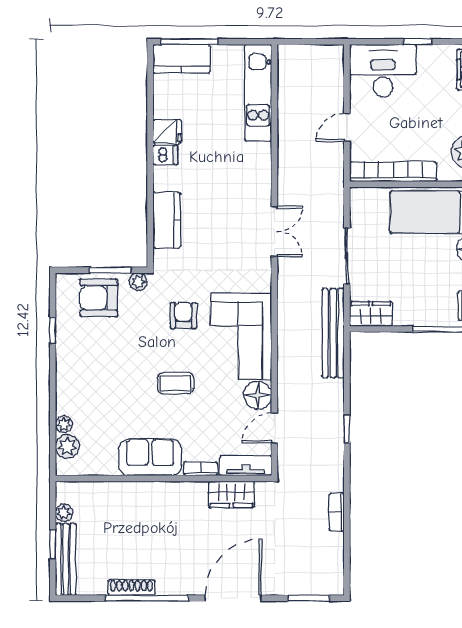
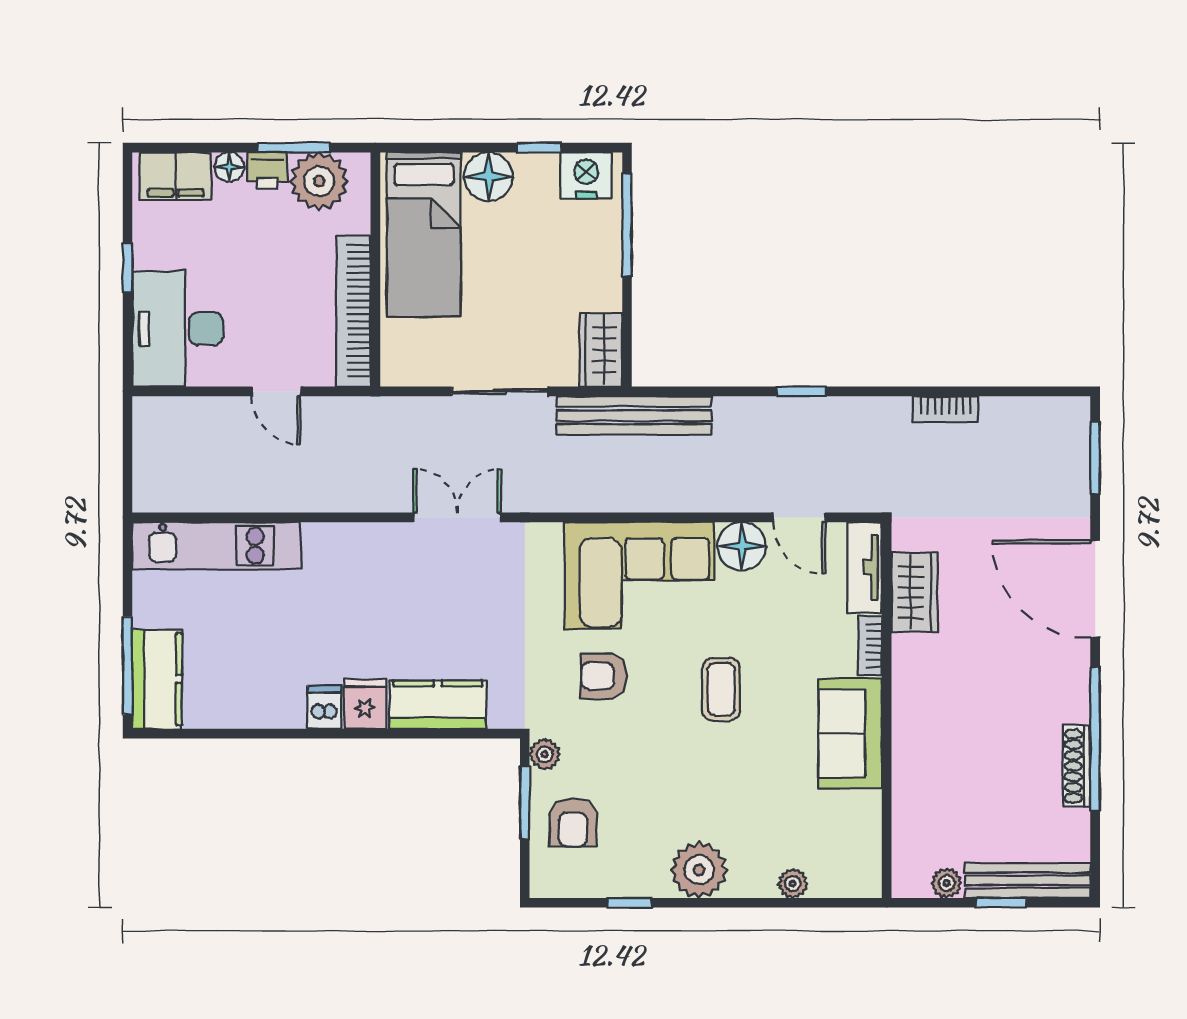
fridge: (167, 131) -> (365, 704), moved
armchair: (99, 298) -> (573, 823), width x0.72, depth x0.72
plant: (67, 446) -> (699, 870), moved, width x1.36, depth x1.36

